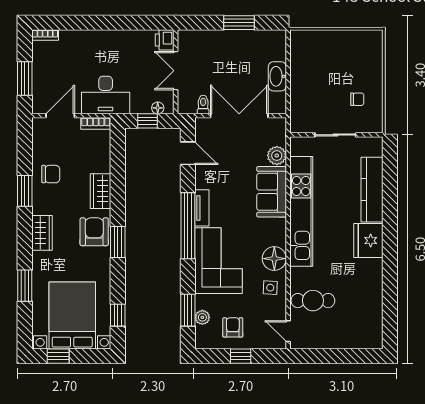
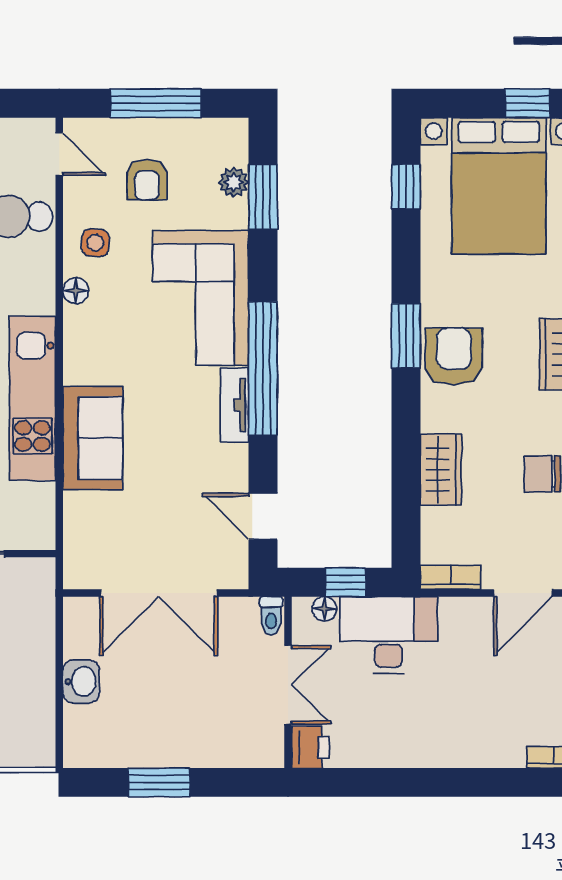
washbasin: (277, 76) -> (81, 681), width x0.72
desk: (106, 95) -> (389, 635), moved
toilet: (203, 105) -> (271, 616), moved
plant: (277, 156) -> (82, 512), removed
wardrobe: (101, 191) -> (441, 470), moved
kitchen unit: (301, 211) -> (32, 398), width x0.73
armchair: (94, 232) -> (454, 357), turned 180
floor lamp: (274, 259) -> (76, 291), width x0.53, depth x0.53
armchair: (233, 327) -> (147, 180), moved
window: (241, 356) -> (156, 103), width x2.17

